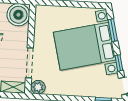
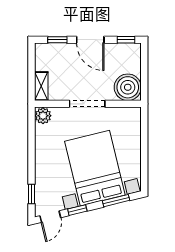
doorway: (29, 63) -> (87, 104), moved

